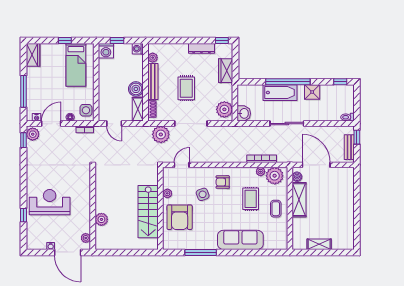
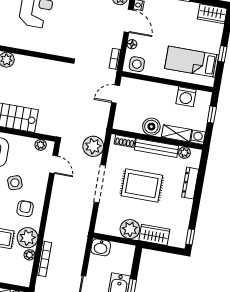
dresser: (201, 48) -> (190, 183), moved
washing machine: (106, 51) -> (186, 97), moved, turned -90
rug: (186, 88) -> (142, 185), width x1.36, depth x1.43
shelving: (138, 109) -> (177, 133), moved
plant: (224, 109) -> (130, 229), moved
plant: (275, 176) -> (28, 238), moved
plant: (167, 193) -> (41, 145), moved

